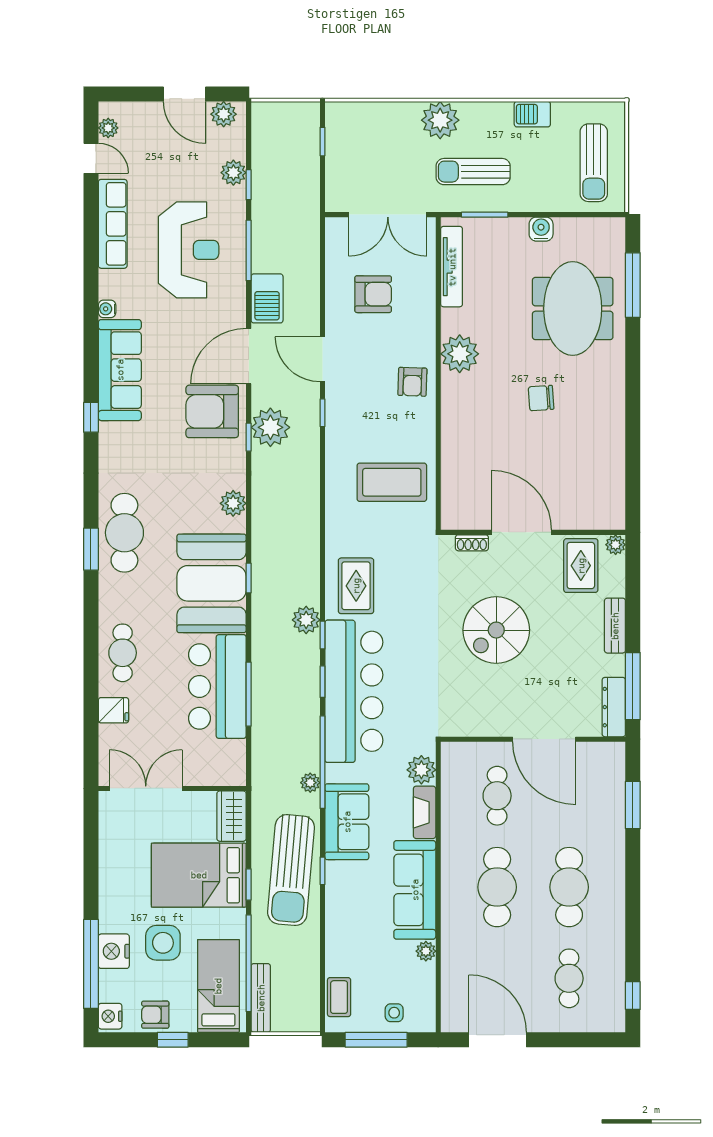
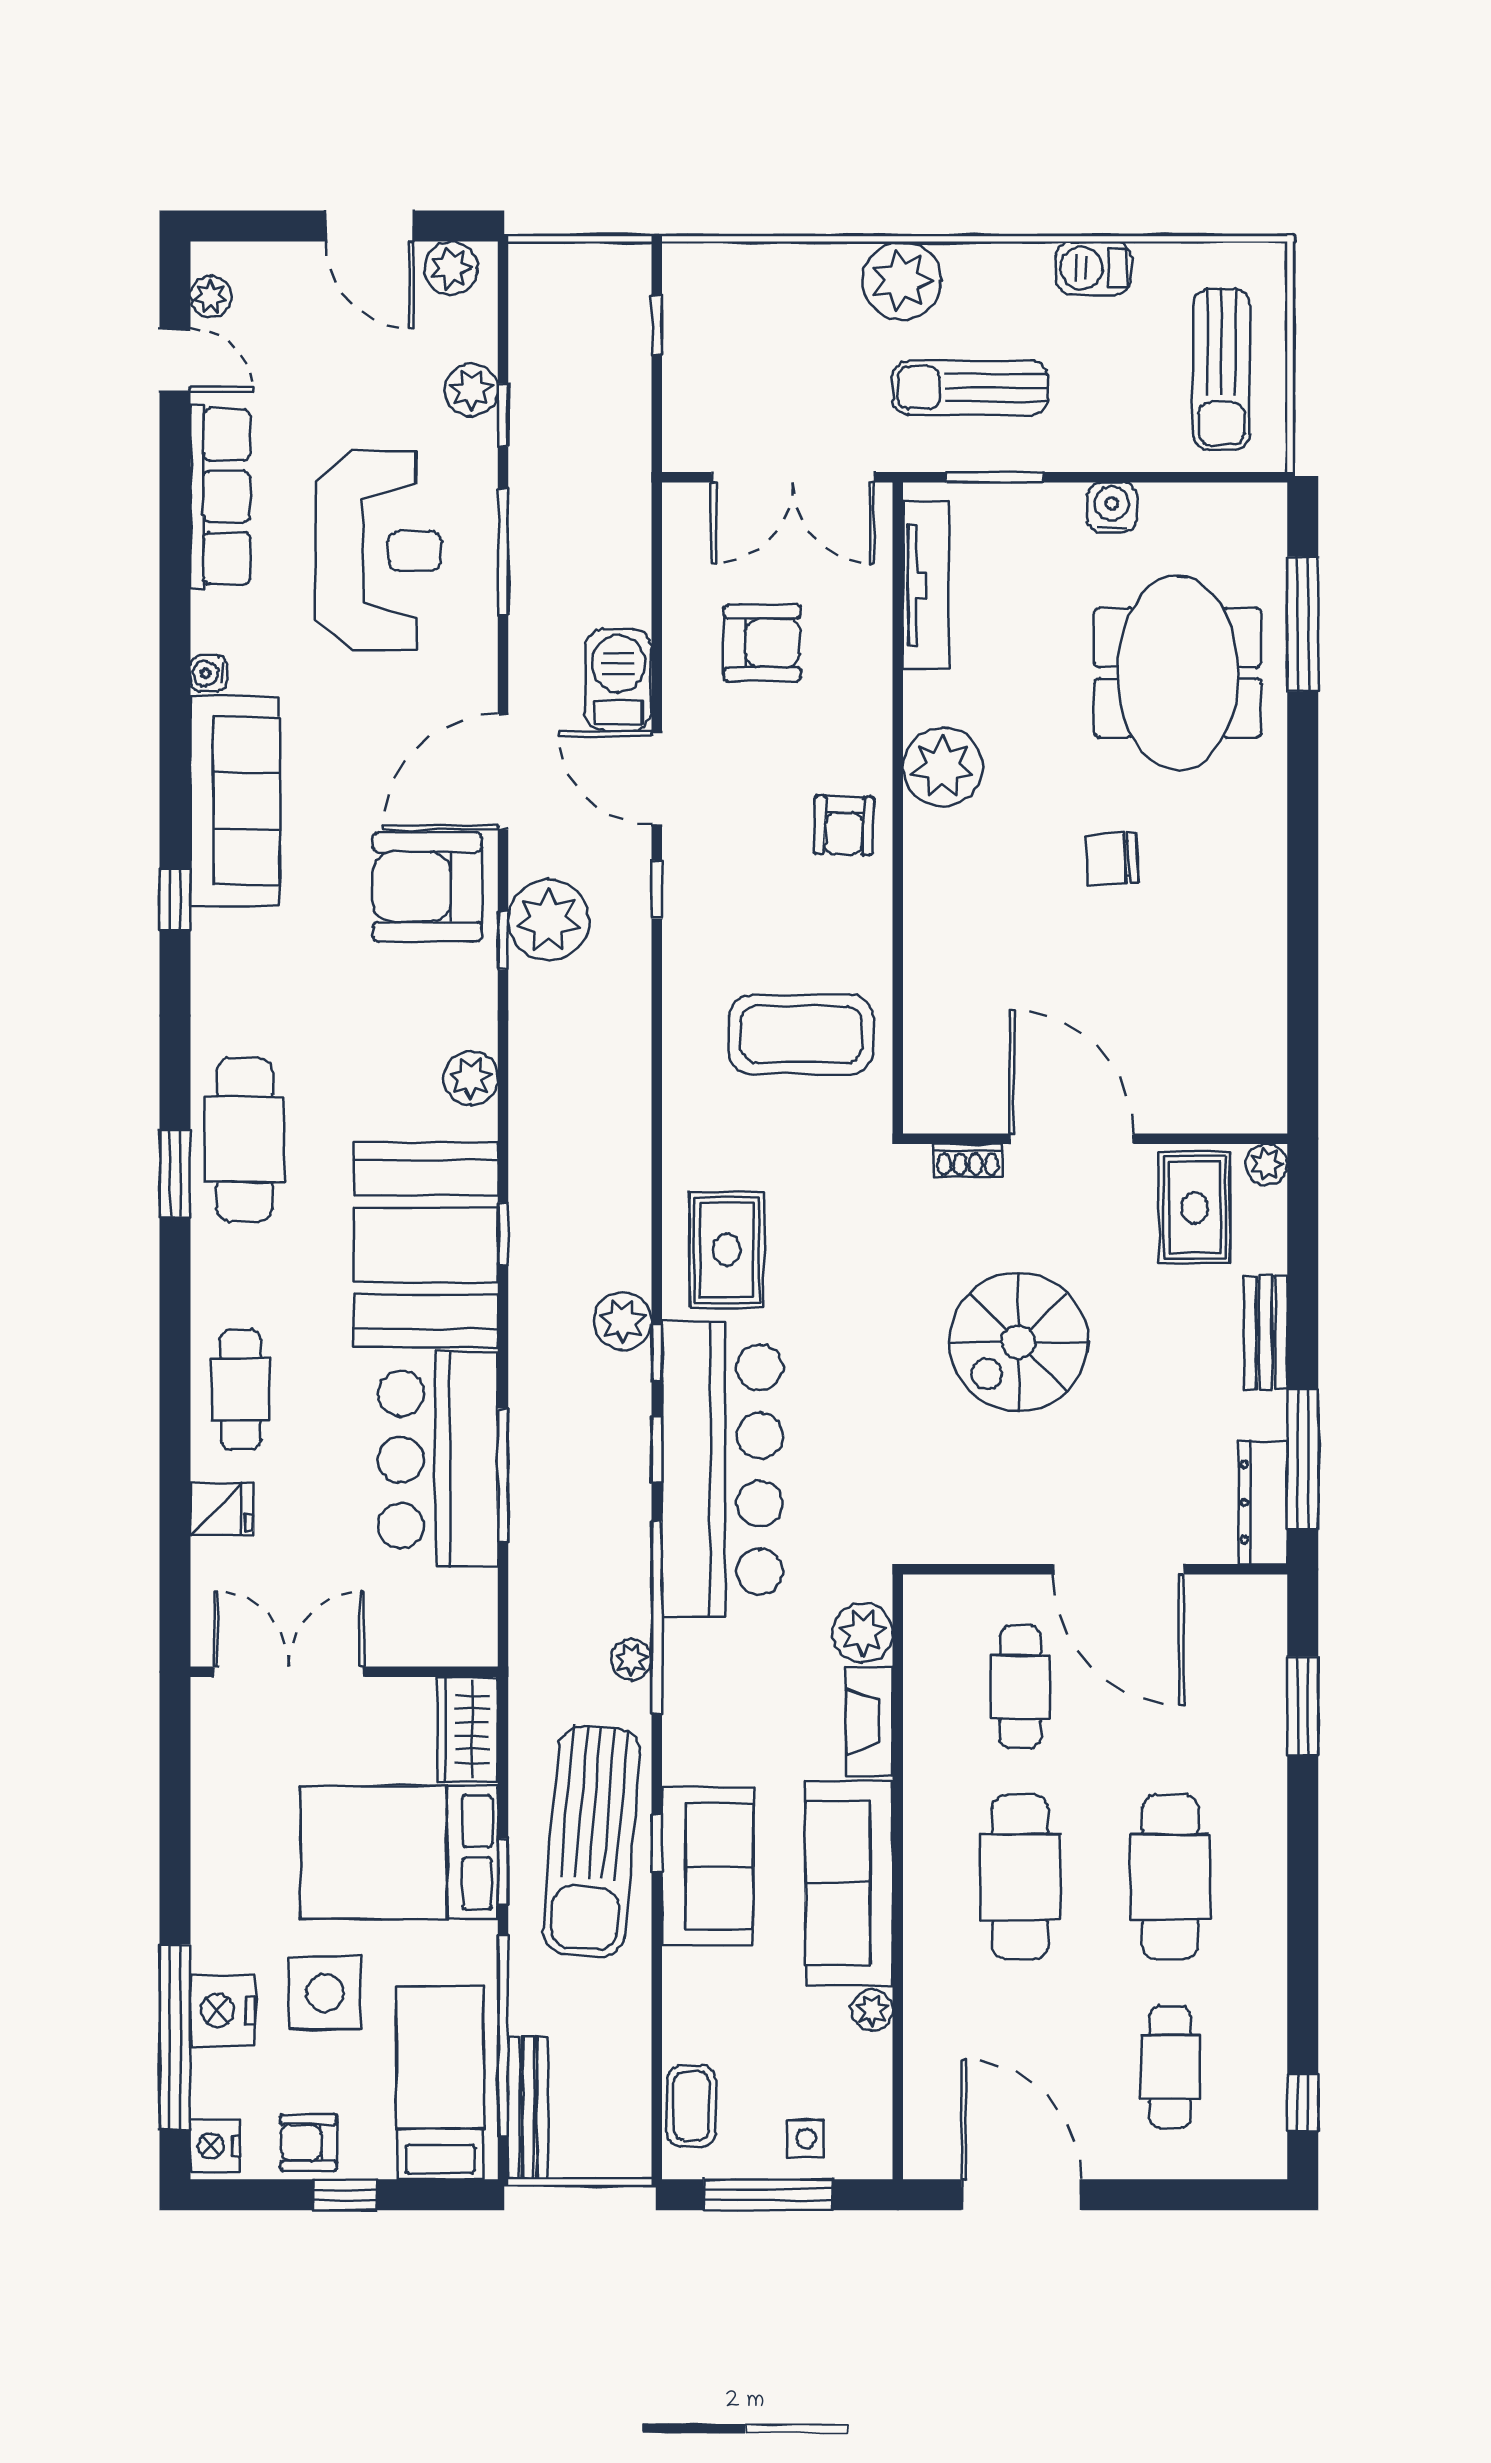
barbecue: (267, 298) -> (618, 680), moved, turned 180
sofa: (347, 822) -> (708, 1866), moved

